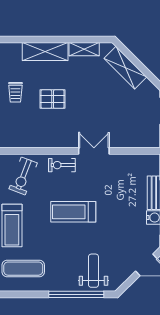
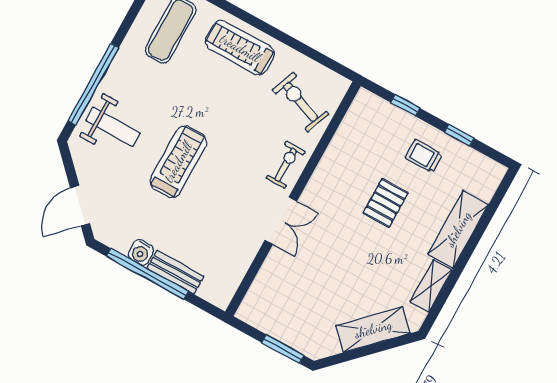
treadmill: (73, 212) -> (178, 162), moved

